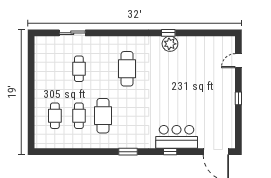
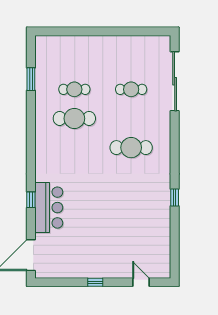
sliding door: (72, 33) -> (175, 81), width x1.86
plant: (170, 44) -> (161, 200), removed
cafe table: (55, 116) -> (74, 60), removed
window: (128, 152) -> (31, 79), moved

